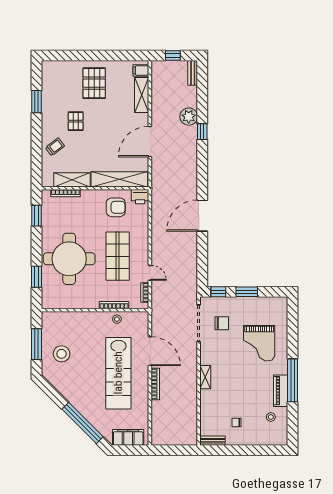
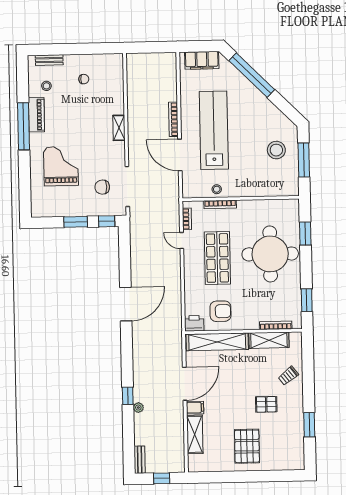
filing cabinet: (141, 70) -> (195, 408), moved
plant: (189, 117) -> (138, 408), width x0.53, depth x0.53
pallet: (76, 121) -> (266, 404), turned 90
armchair: (116, 207) -> (220, 311), turned 180
bench: (213, 441) -> (49, 60), moved

